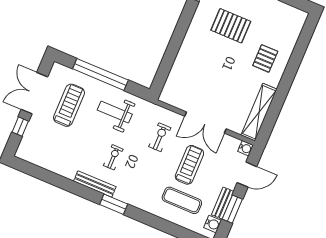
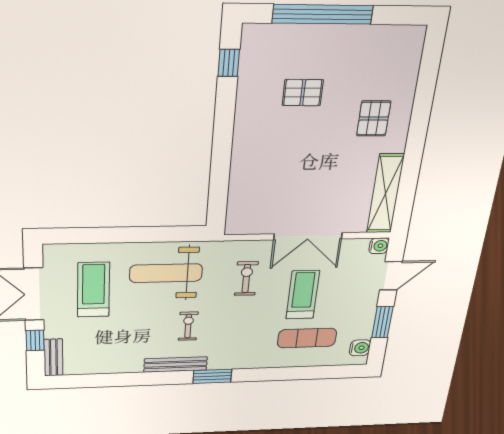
pallet: (231, 26) -> (303, 93), width x0.67, depth x0.71
window: (100, 74) -> (122, 235), removed
weight bench: (115, 112) -> (166, 273), width x1.36, depth x1.33
bench: (223, 203) -> (53, 357), moved

